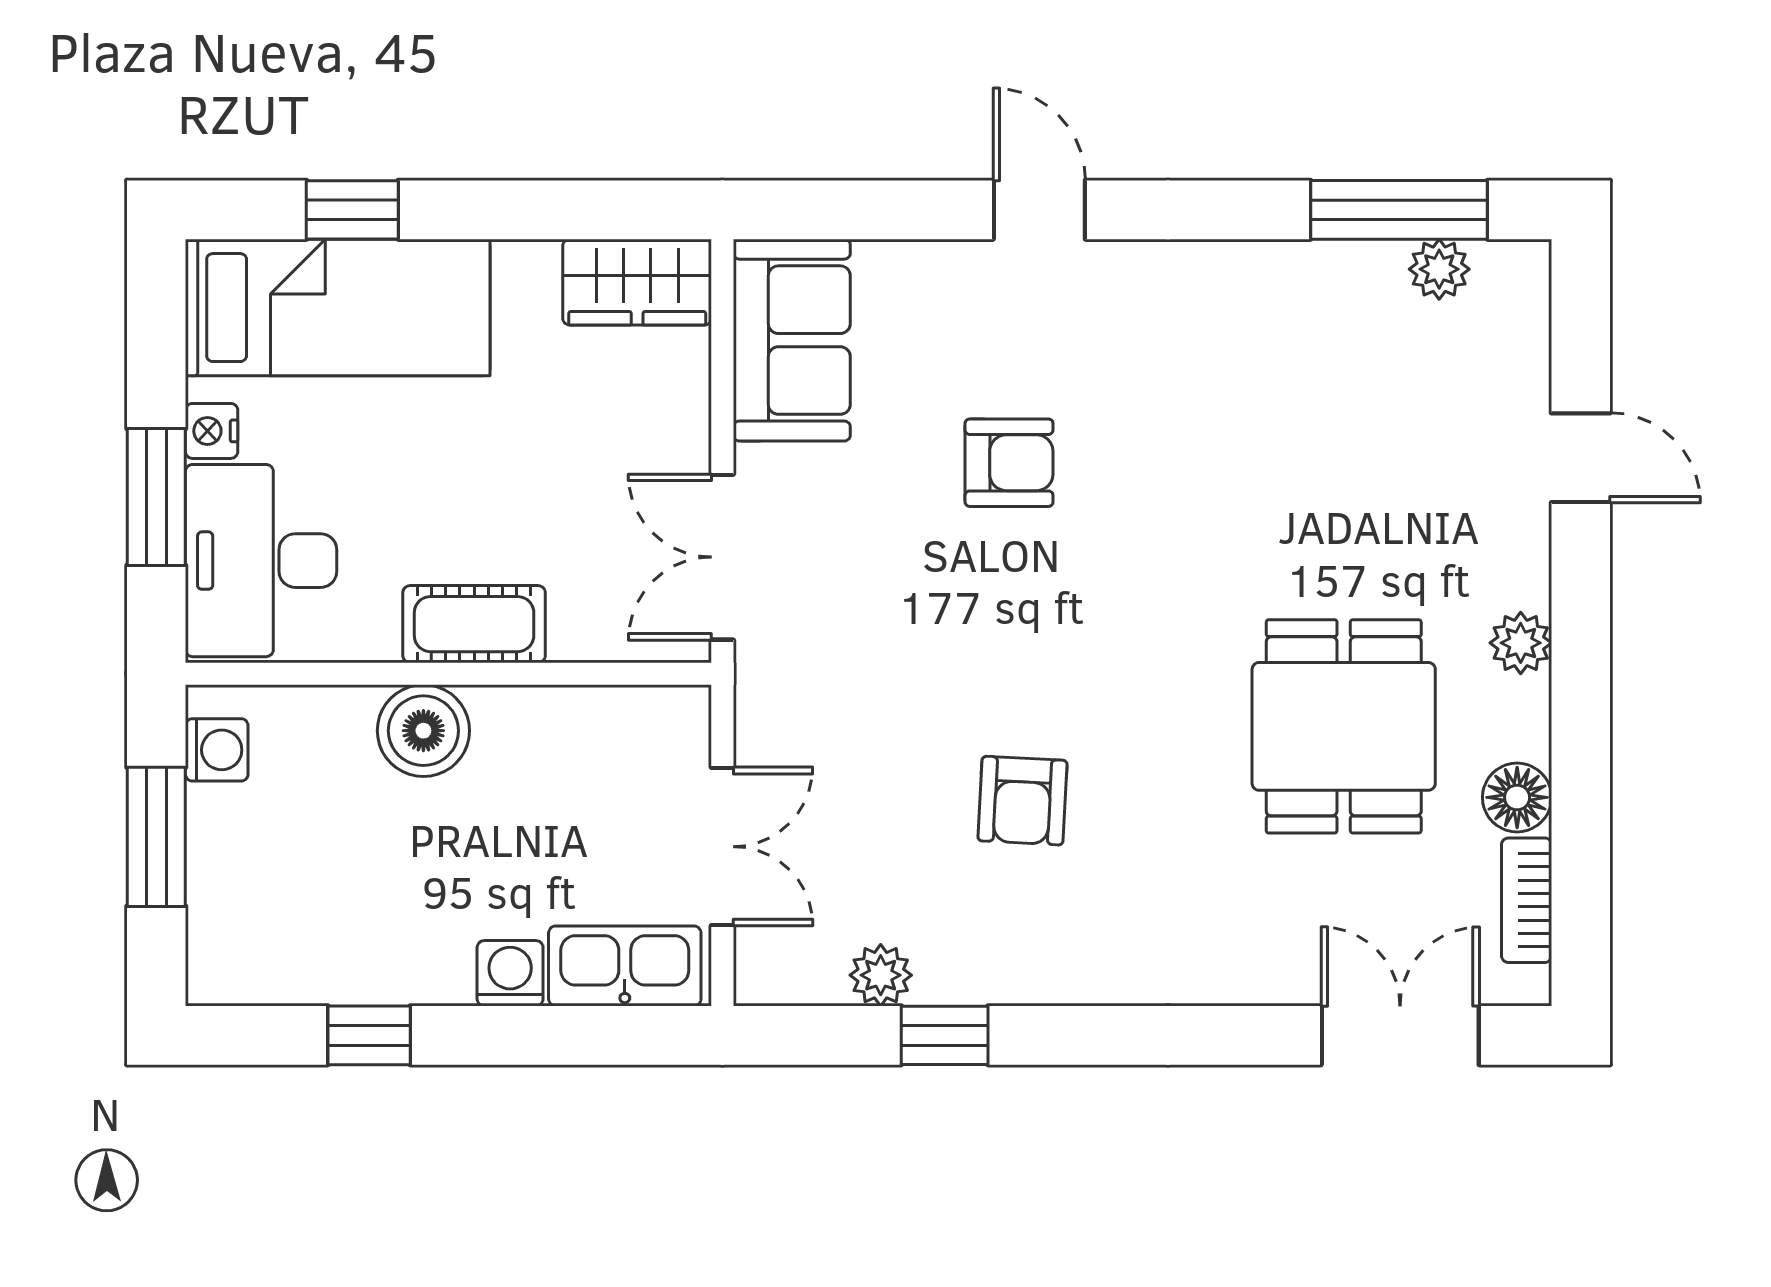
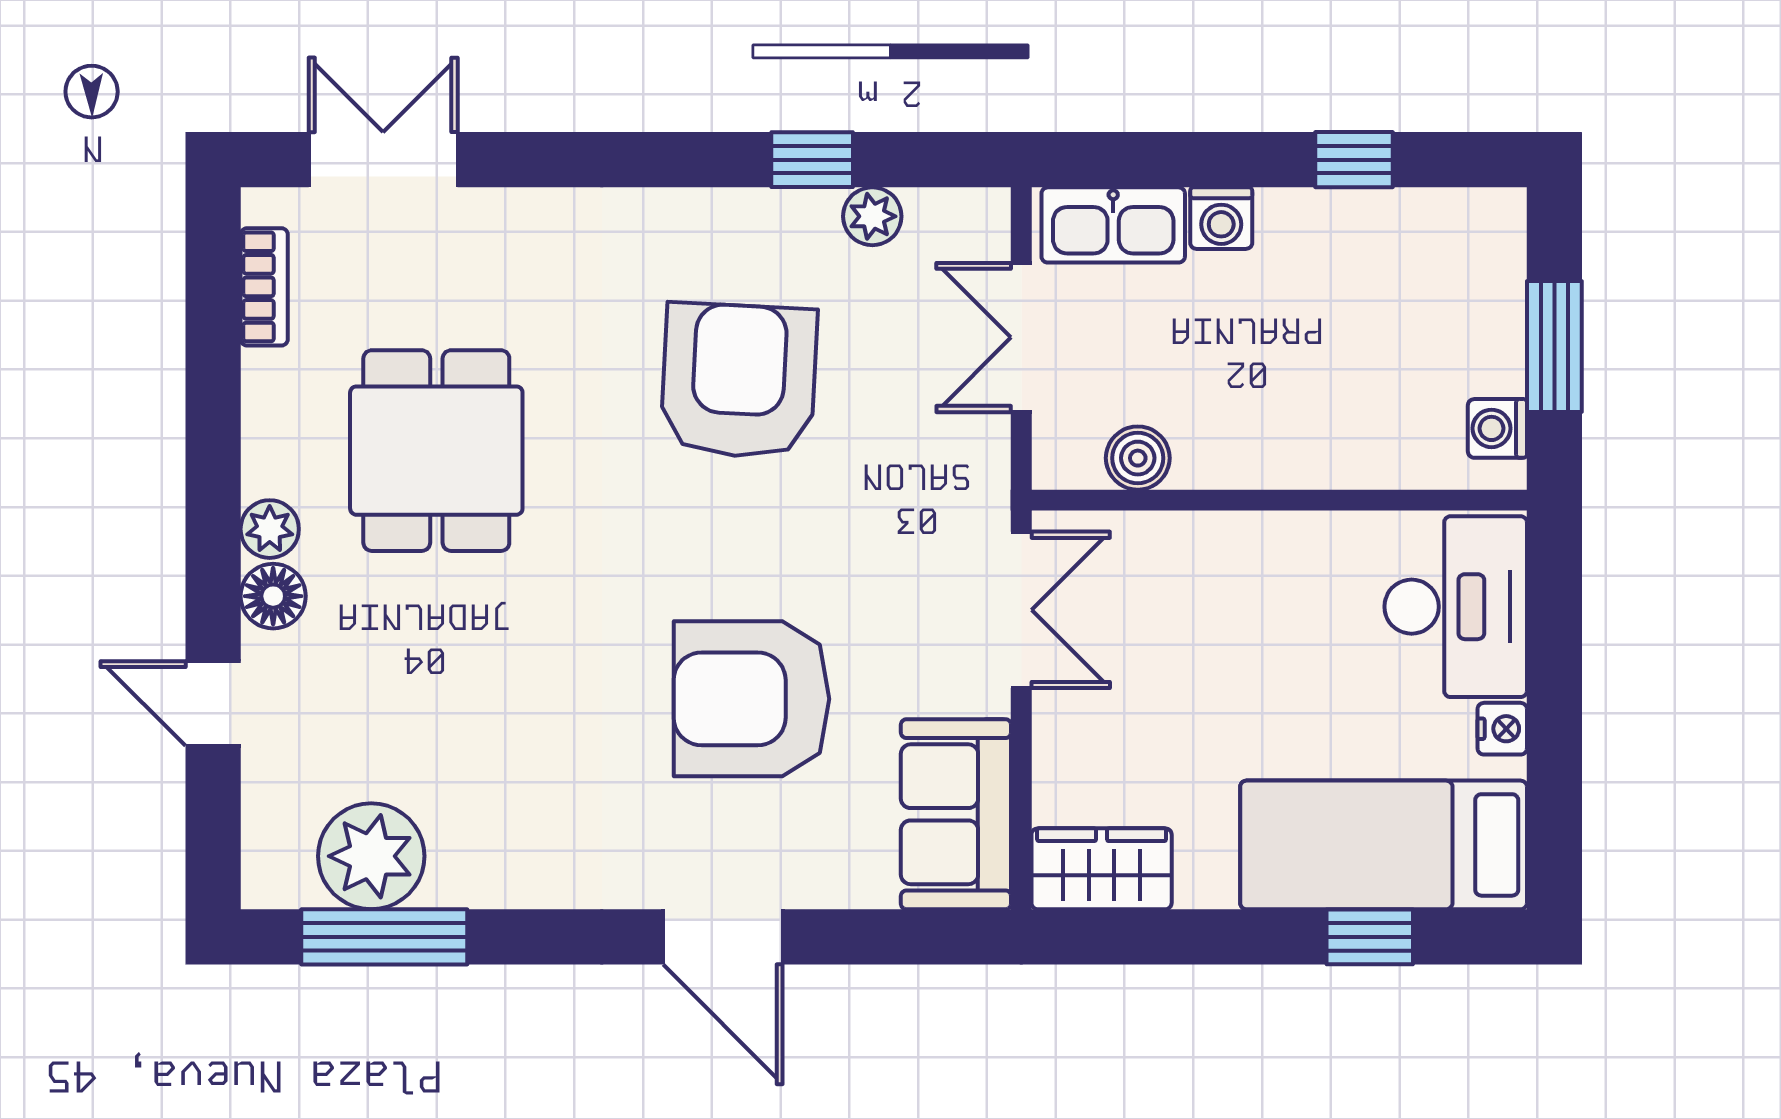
door: (1039, 210) -> (723, 937), width x1.38
plant: (1439, 269) -> (371, 856), width x1.87, depth x1.87
armchair: (1009, 463) -> (751, 699), width x1.88, depth x1.88
window: (156, 497) -> (1554, 667), removed
cot: (474, 624) -> (1255, 547), removed
boiler: (423, 731) -> (1138, 458), moved, width x0.73, depth x0.73
floor lamp: (1517, 797) -> (273, 596), moved
armchair: (1022, 801) -> (739, 381), width x1.88, depth x1.88
double door: (1400, 1035) -> (383, 160), swing flipped

